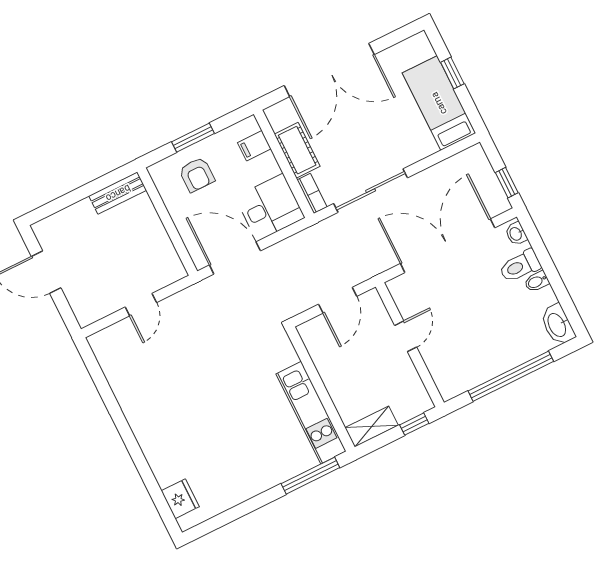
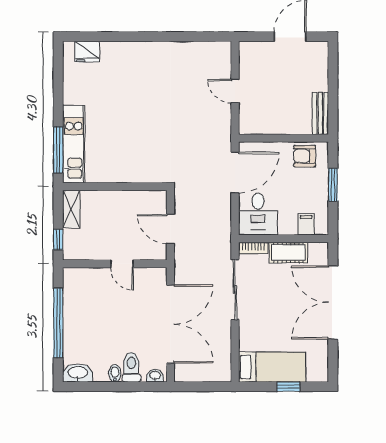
armchair: (197, 175) -> (305, 156), moved
window: (507, 183) -> (194, 387), removed
kitchen unit: (311, 413) -> (74, 144), moved, turned 90

